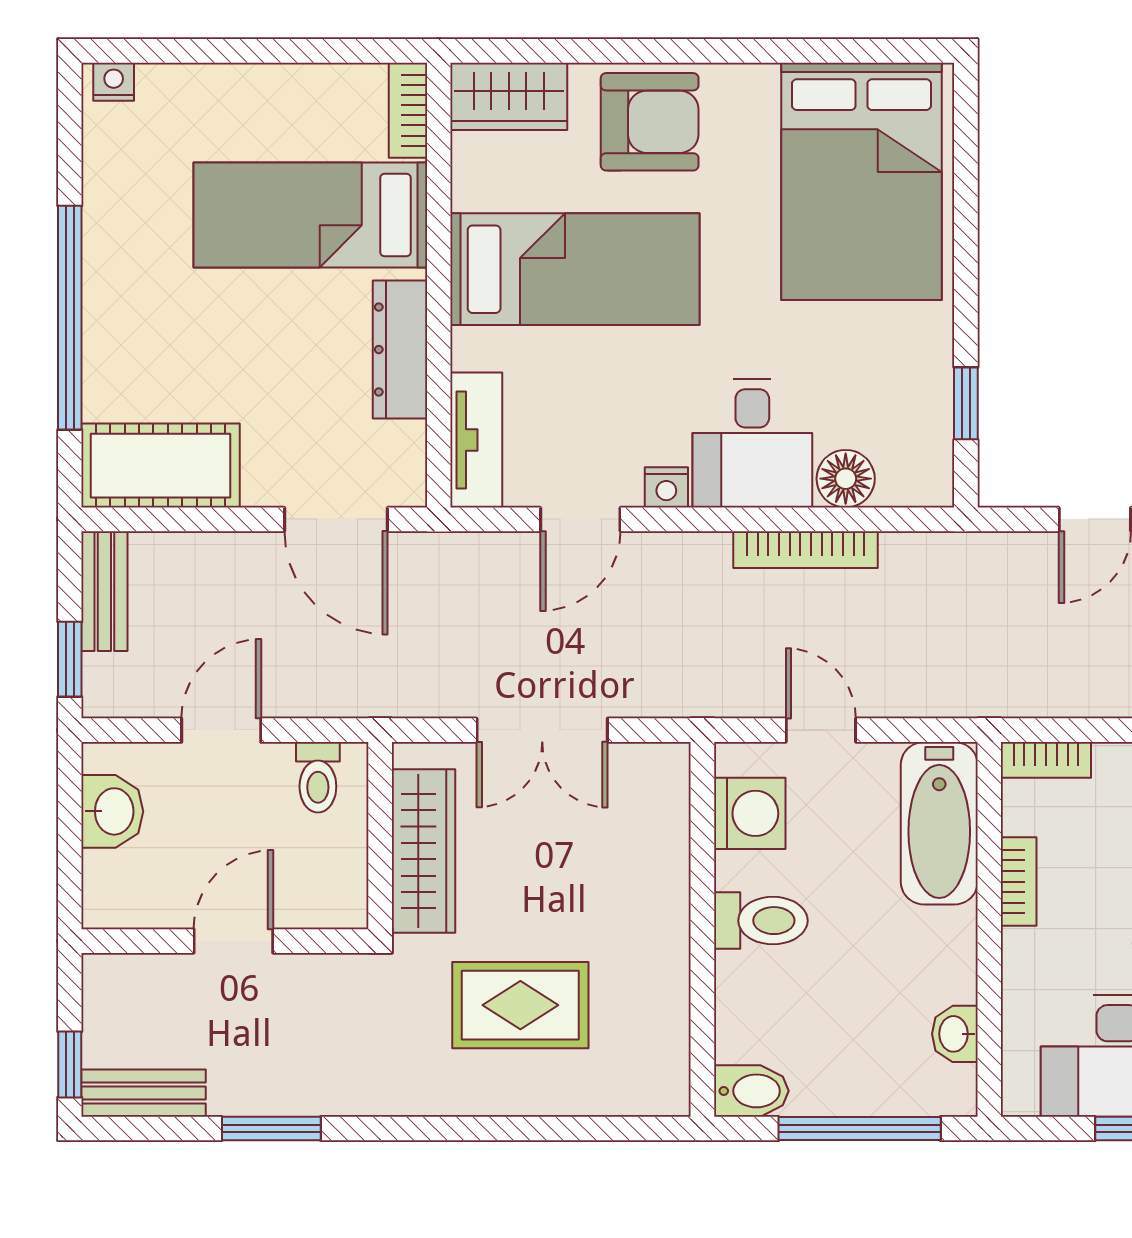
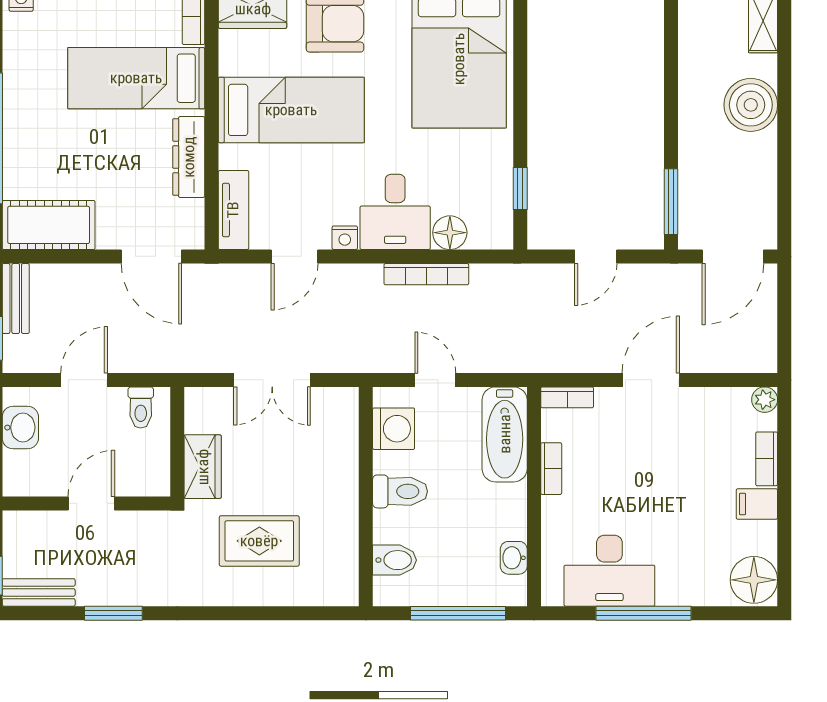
wardrobe: (424, 851) -> (203, 467), width x0.67
bidet: (751, 1091) -> (395, 560), moved

